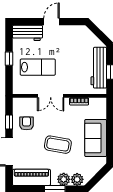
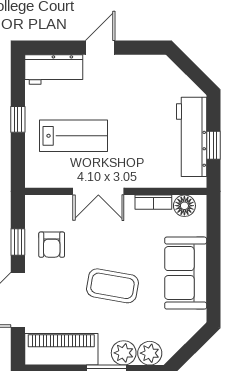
floor lamp: (95, 103) -> (184, 206), added
armchair: (26, 123) -> (52, 245), turned 180

